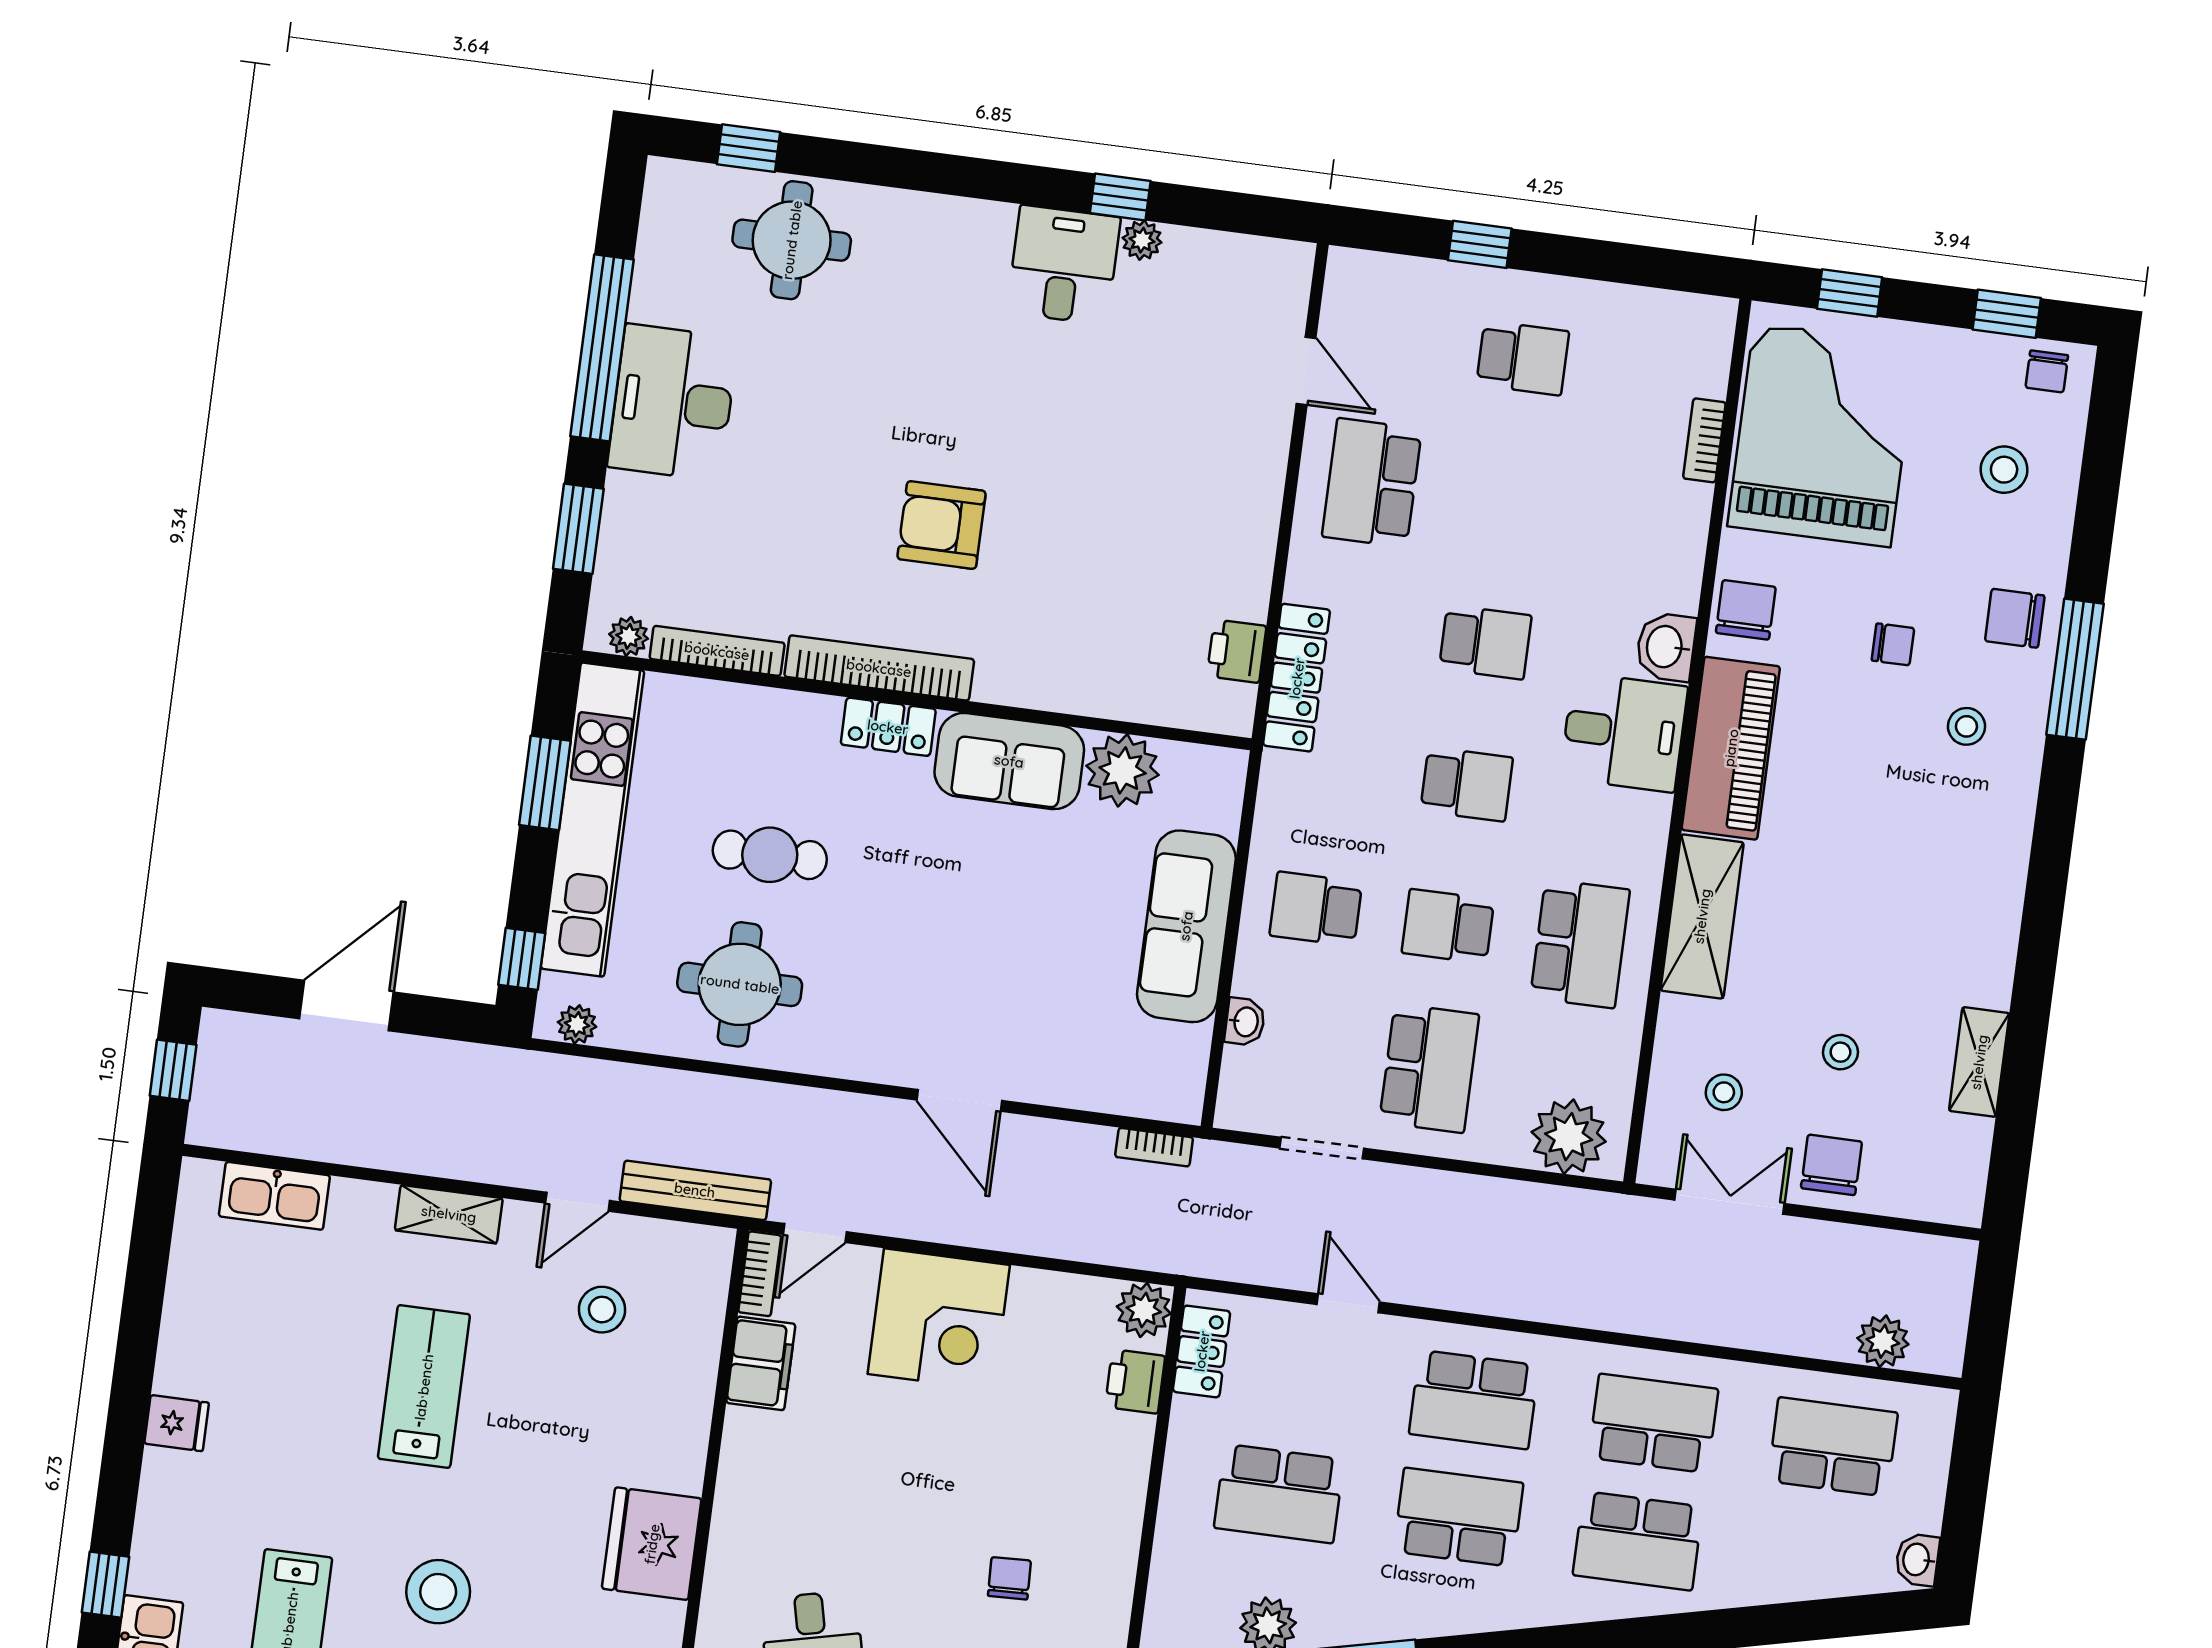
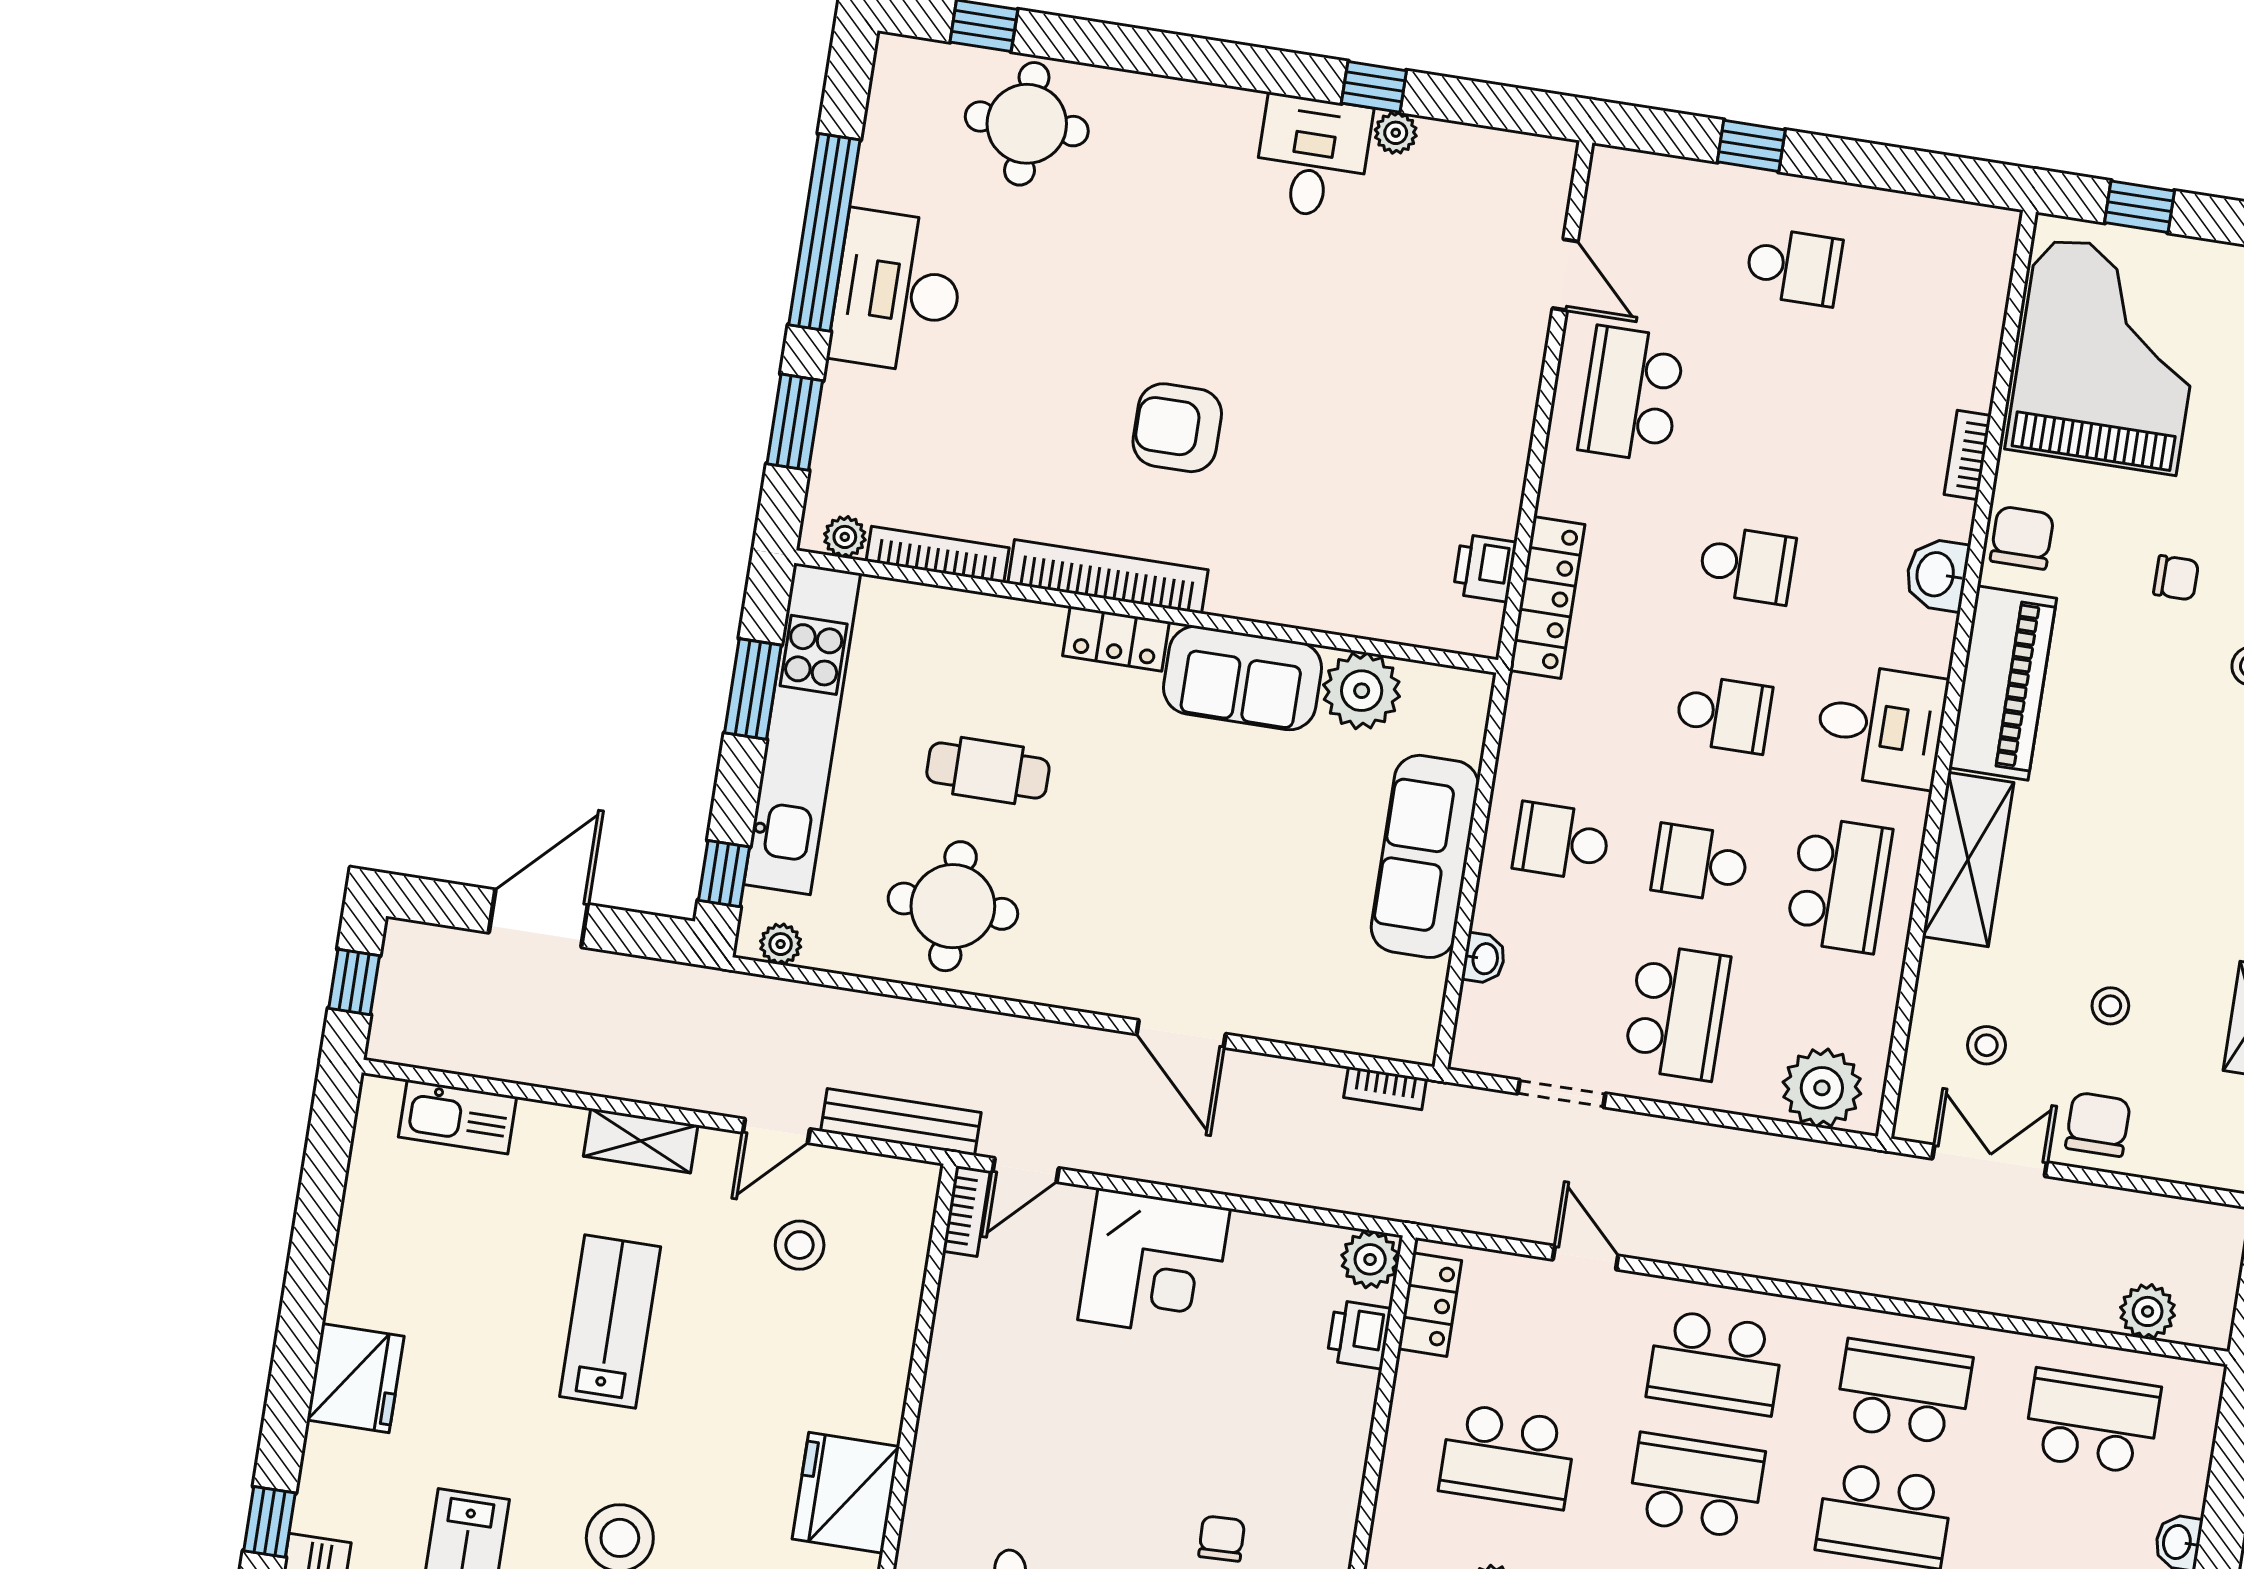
bookcase: (1704, 440) -> (1968, 455), moved
desk: (1624, 732) -> (1881, 726), moved
filing cabinet: (761, 1363) -> (965, 1306), removed
fridge: (177, 1423) -> (356, 1378), width x1.88, depth x1.34

